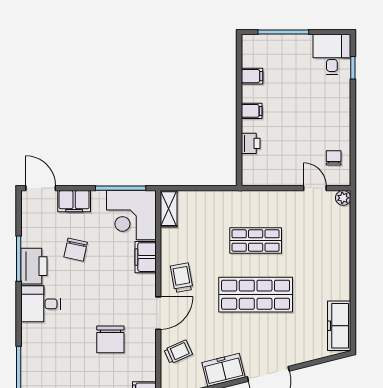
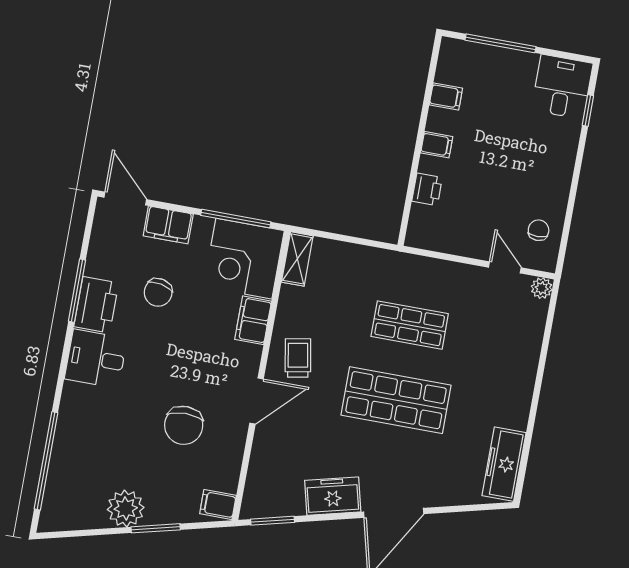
trolley: (178, 352) -> (274, 460), removed

